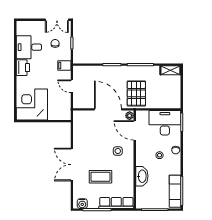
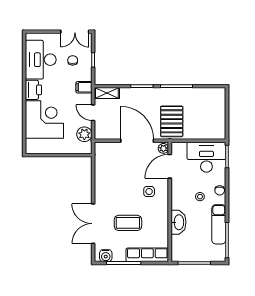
desk: (29, 47) -> (41, 60), width x1.37
shelving: (170, 70) -> (107, 93), moved
plant: (65, 104) -> (84, 134), added
corner desk: (32, 105) -> (44, 119), moved, turned 90
door: (135, 130) -> (170, 166), hinge flipped
double door: (72, 165) -> (93, 224), moved
exam couch: (175, 191) -> (219, 224), moved

